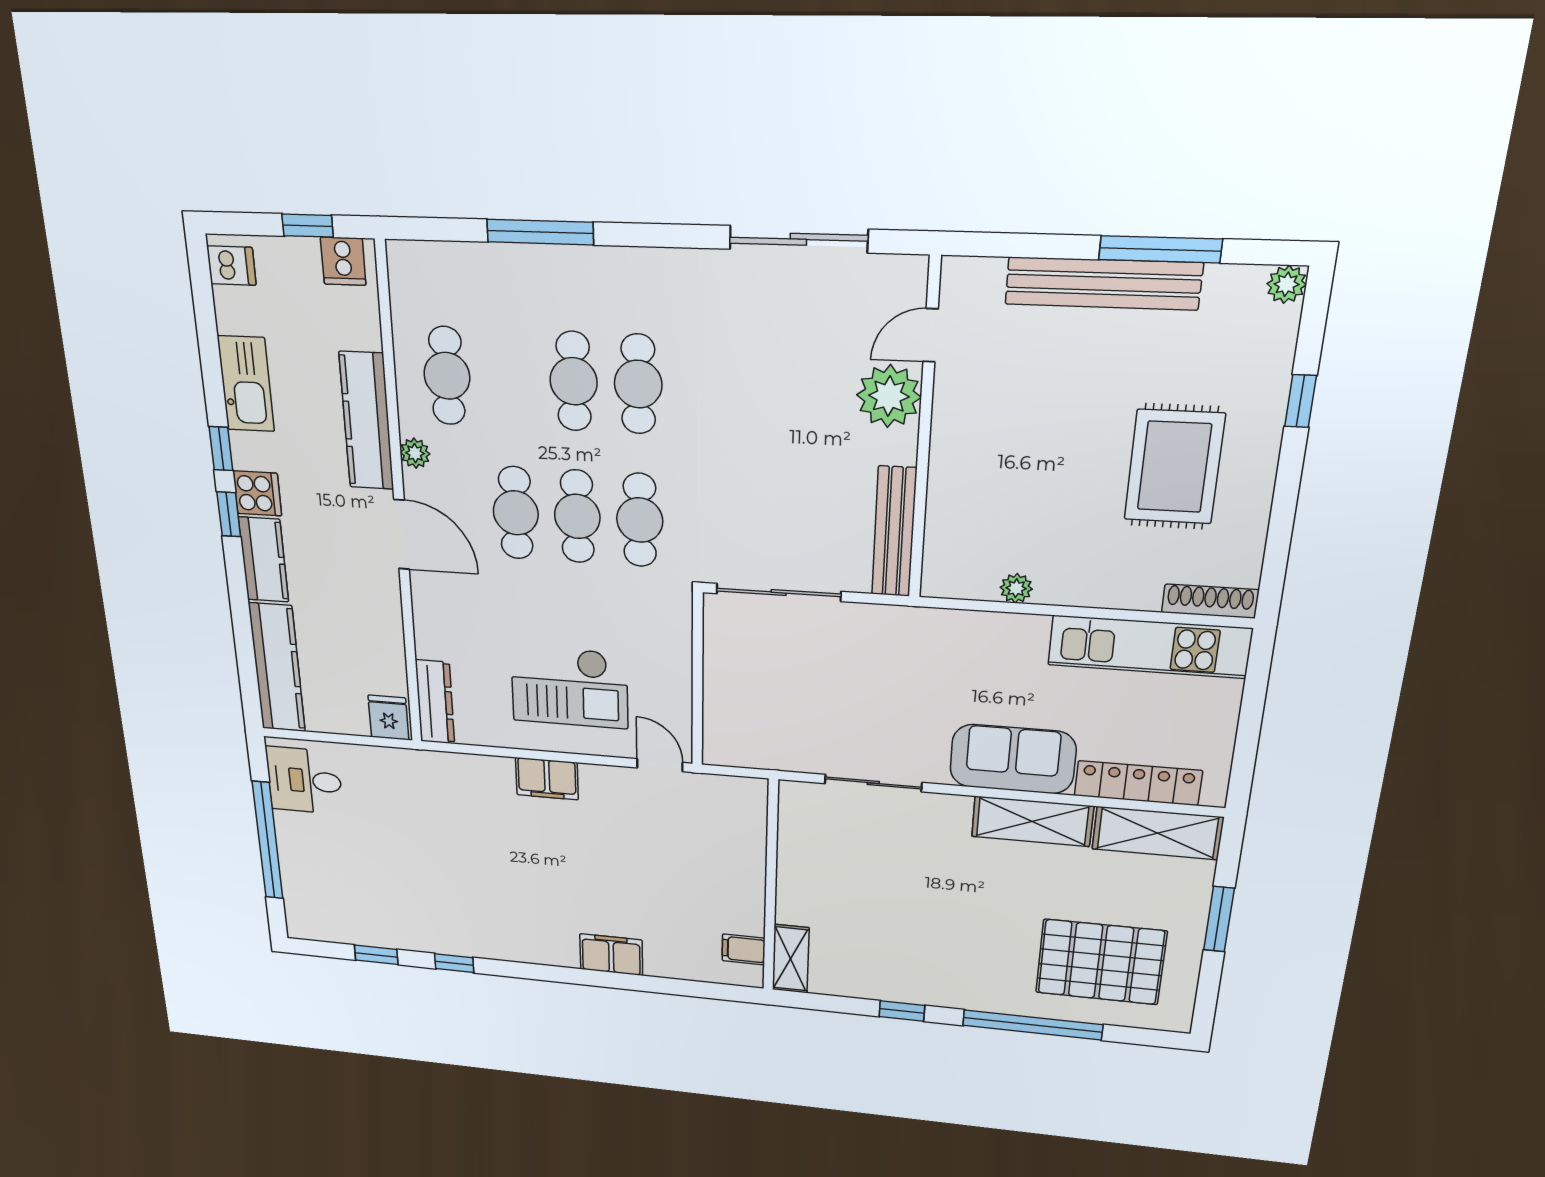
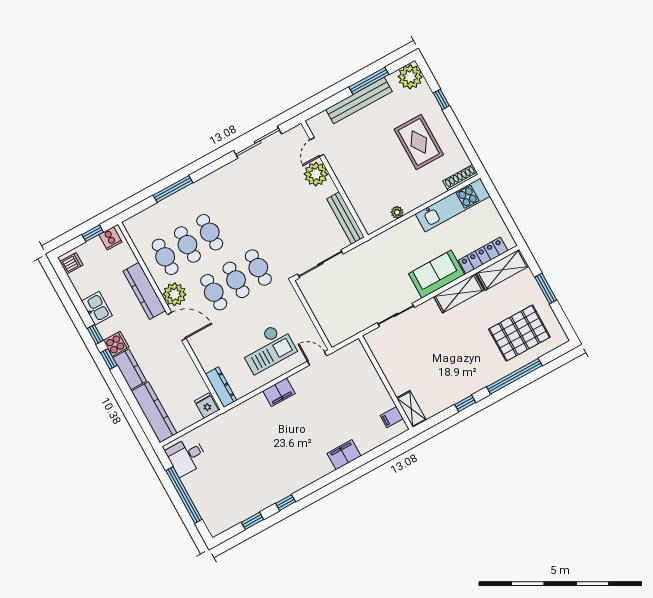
plant: (1287, 284) -> (410, 77), width x1.88, depth x1.88
kitchen sink: (246, 384) -> (97, 308), width x0.73
cafe table: (638, 384) -> (187, 245), moved
plant: (415, 453) -> (175, 294), width x1.88, depth x1.88

